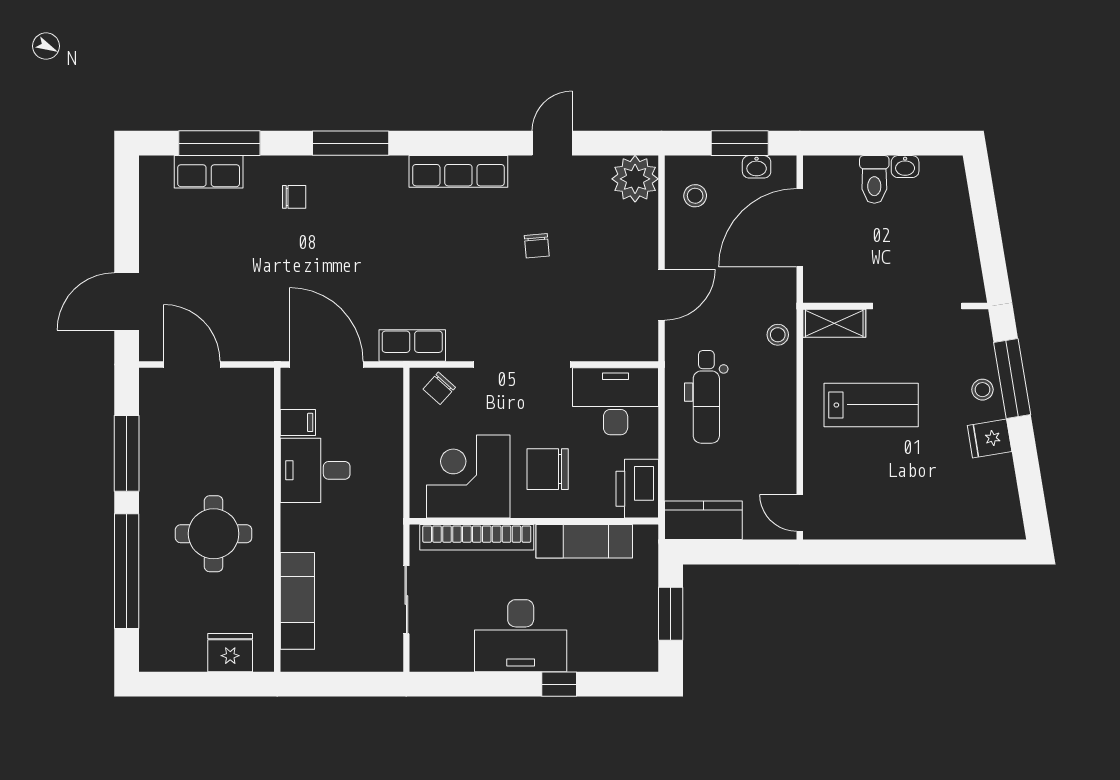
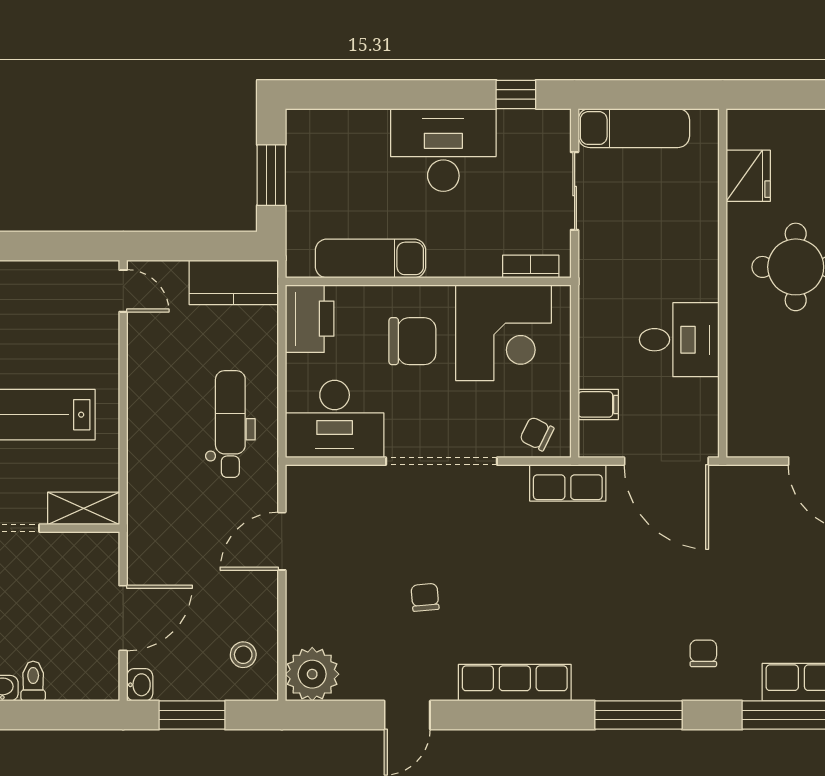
washbasin: (757, 167) -> (140, 685), moved, turned 90
toilet: (874, 179) -> (33, 681), width x0.73, depth x0.72
chair: (294, 197) -> (703, 653), turned 90
door: (800, 228) -> (123, 618), width x0.73
stool: (778, 335) -> (148, 495), removed
chair: (439, 388) -> (537, 434), turned -106
filing cabinet: (298, 422) -> (598, 404), moved, turned 180
bookcase: (477, 537) -> (531, 266), width x0.43, depth x0.76
exam couch: (297, 601) -> (634, 128), moved, turned -90
fridge: (230, 653) -> (748, 176), moved, turned -90
window: (559, 684) -> (516, 94), moved

